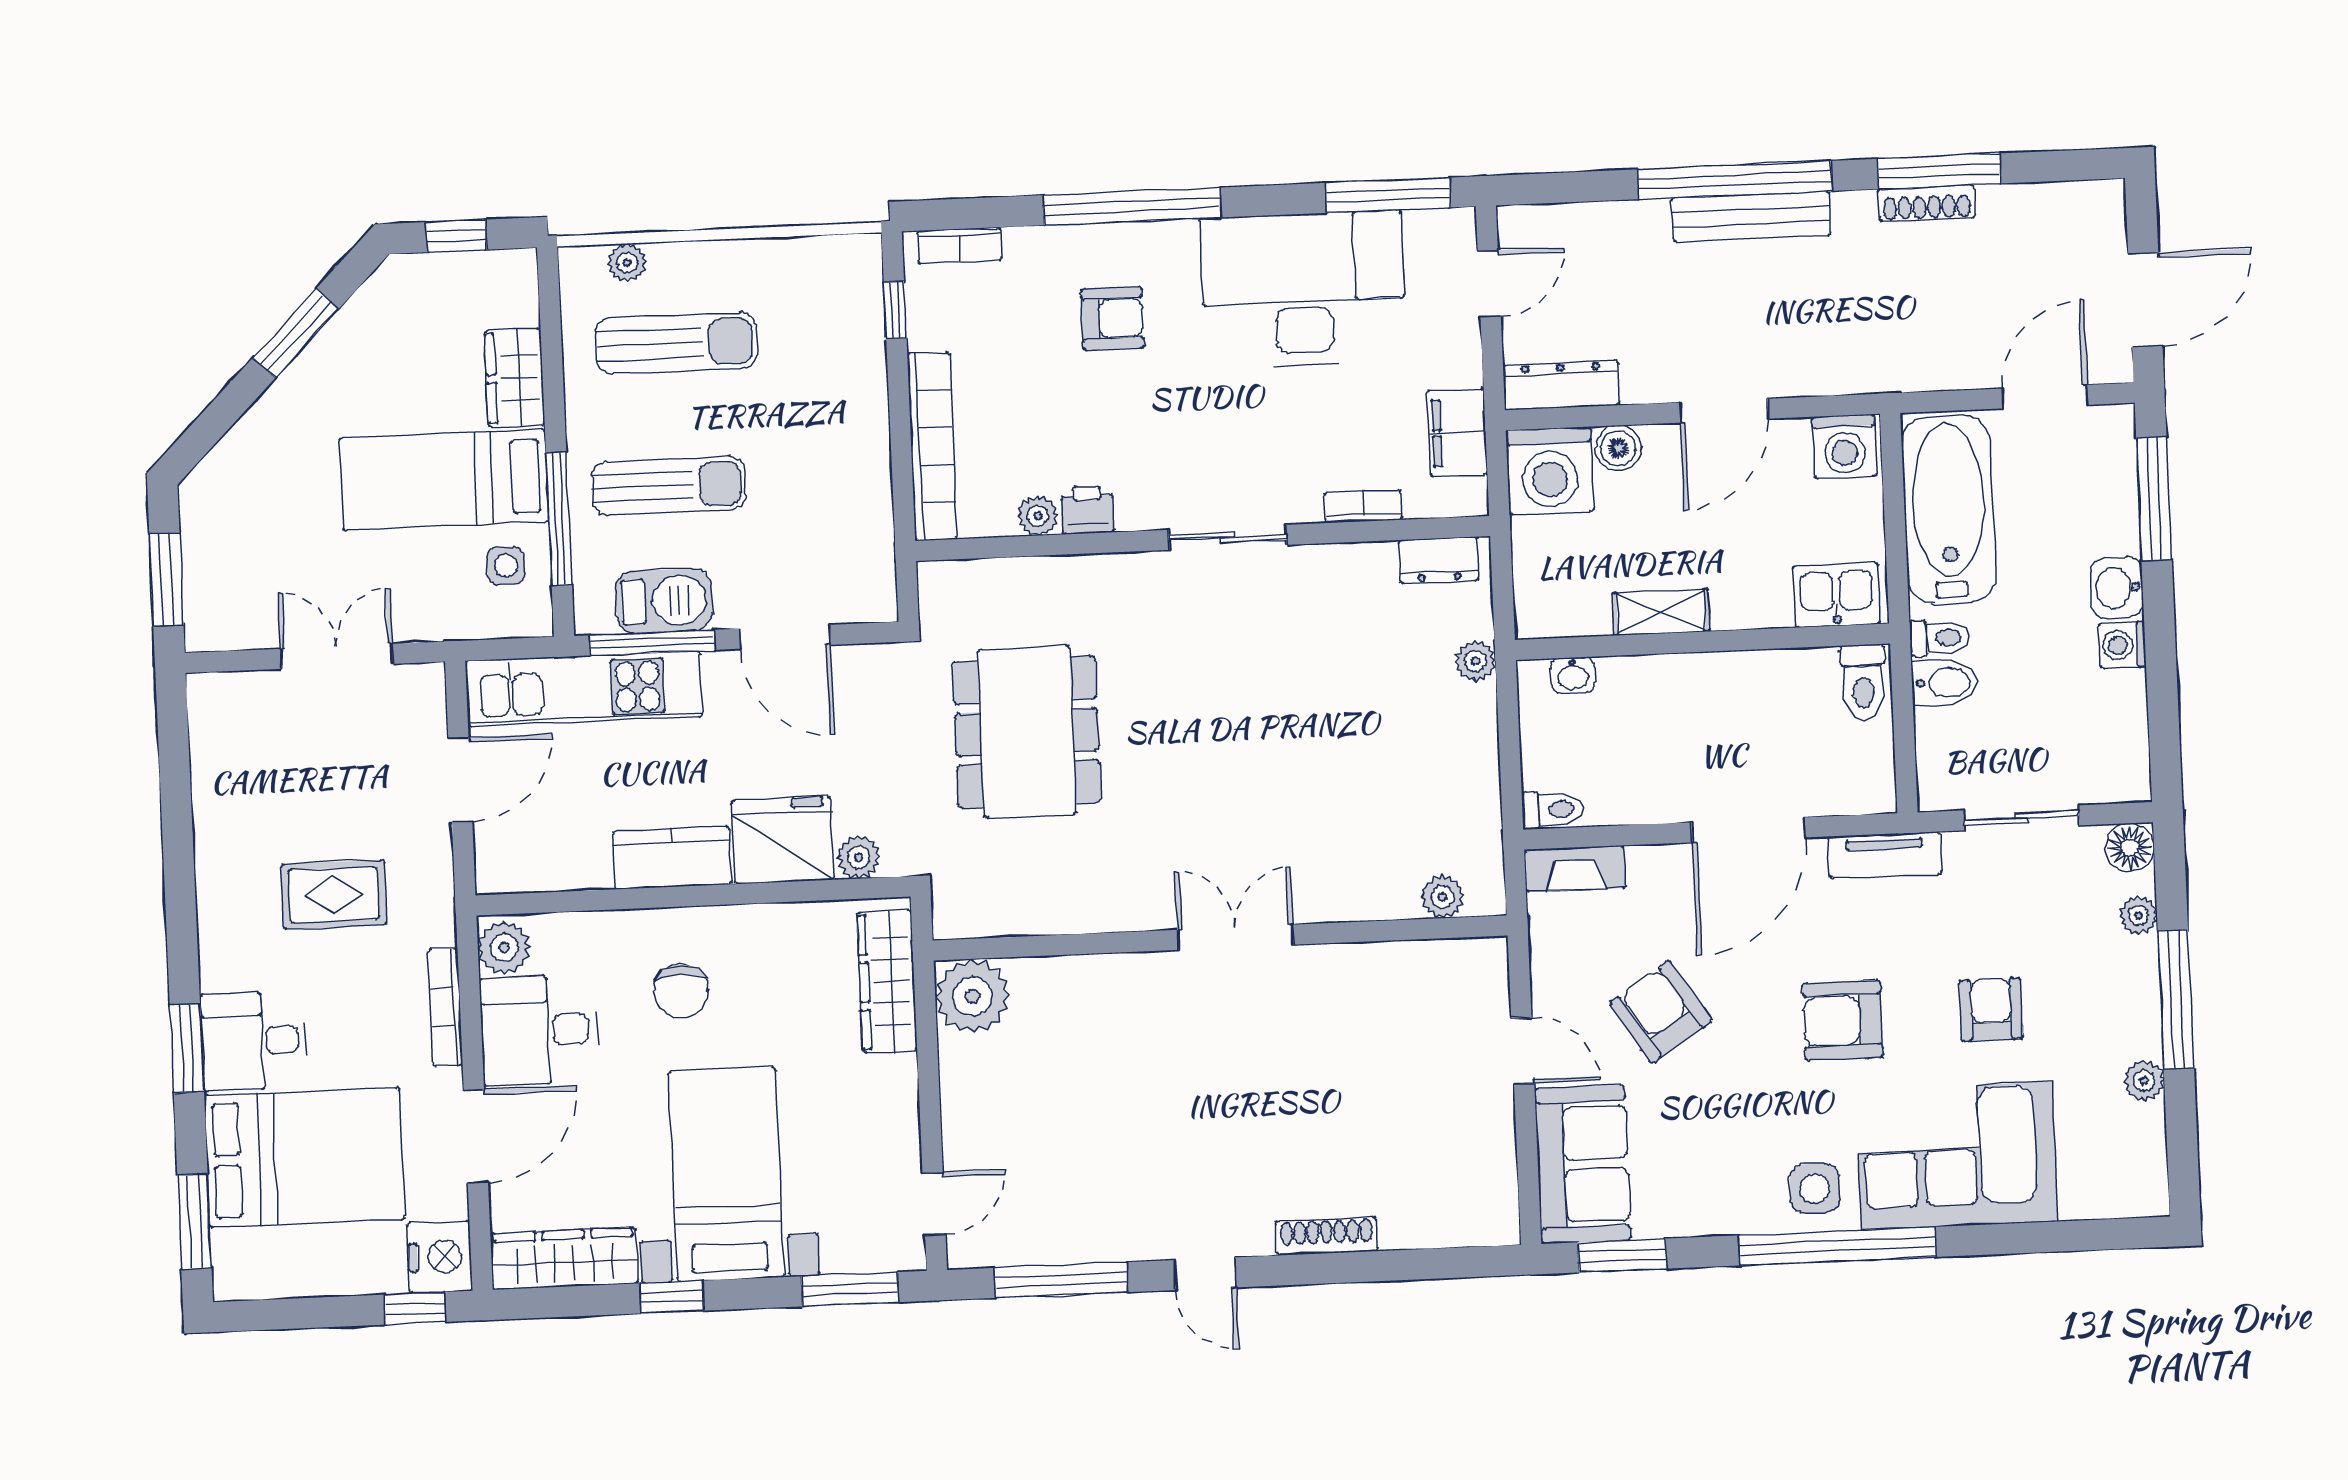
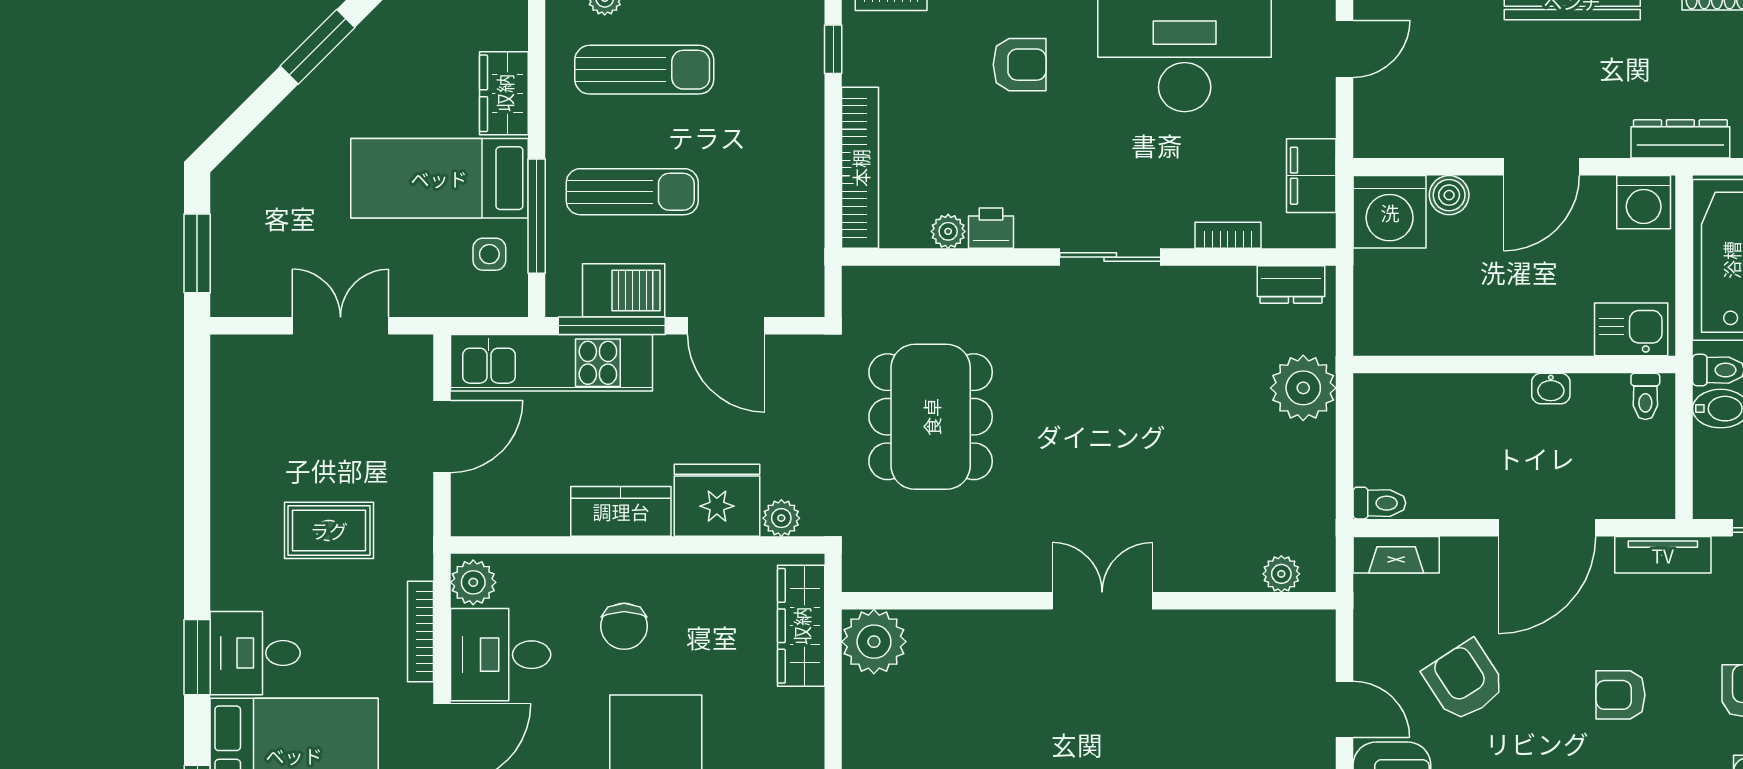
dresser: (1561, 385) -> (1680, 139), moved
shelving: (1661, 612) -> (1480, 337), removed
plant: (1475, 661) -> (1303, 388), width x1.87, depth x1.87
washbasin: (1573, 675) -> (1551, 388), moved
toilet: (1863, 682) -> (1645, 396), width x0.73, depth x0.72
armchair: (1843, 1020) -> (1620, 695), width x0.72, depth x0.72

